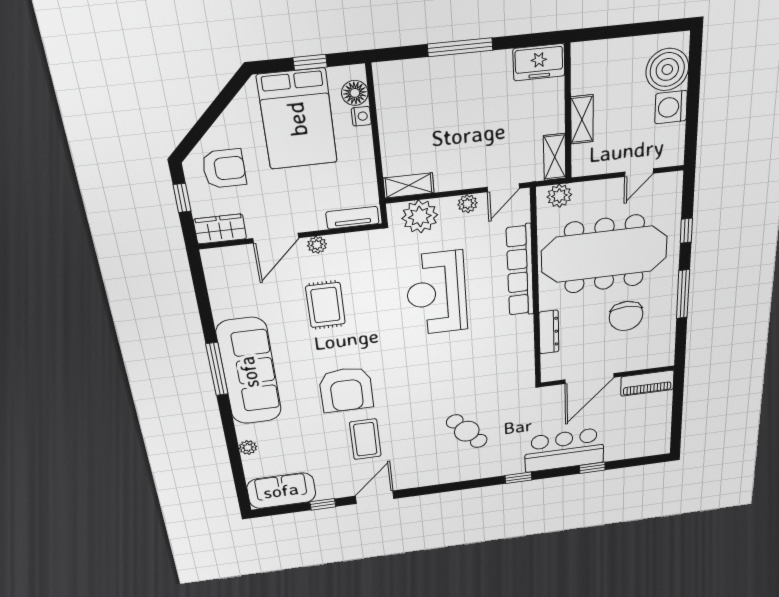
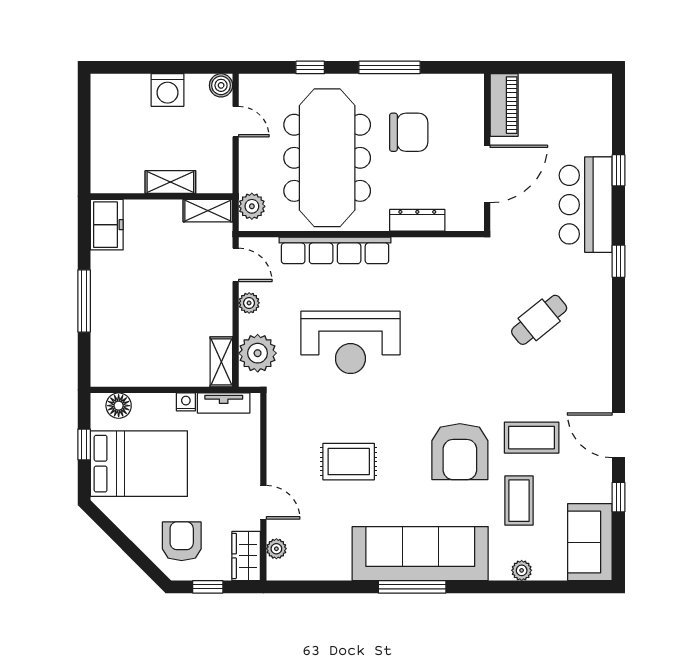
boiler: (667, 70) -> (221, 85), moved, width x0.54, depth x0.54
nightstand: (361, 116) -> (186, 402), moved
tv unit: (352, 218) -> (224, 403), moved, turned -90
door: (276, 238) -> (263, 502), width x0.73
plant: (317, 245) -> (276, 549), moved
door: (589, 379) -> (487, 174), hinge flipped
armchair: (346, 390) -> (460, 452), turned 90
coffee table: (309, 438) -> (519, 501), added

